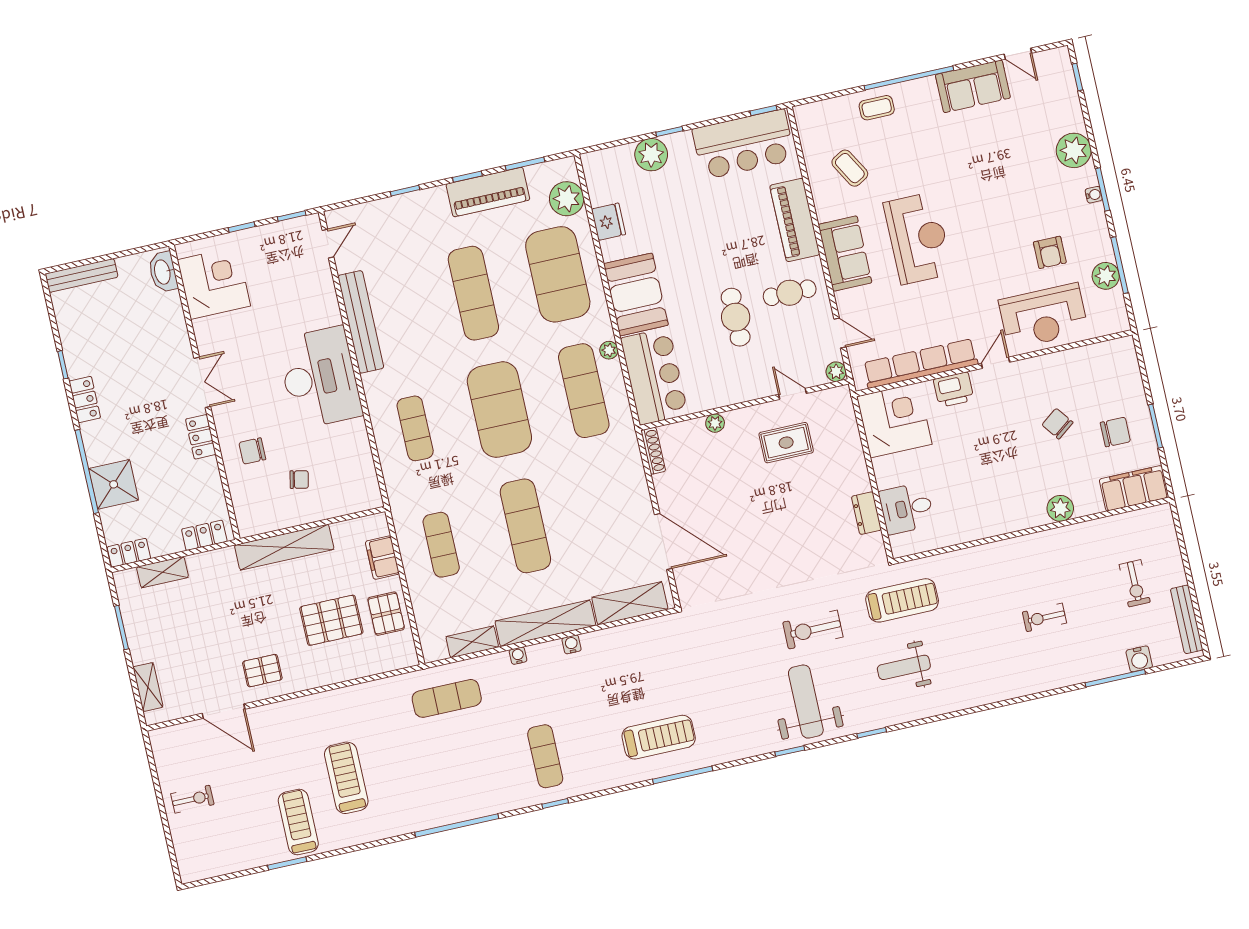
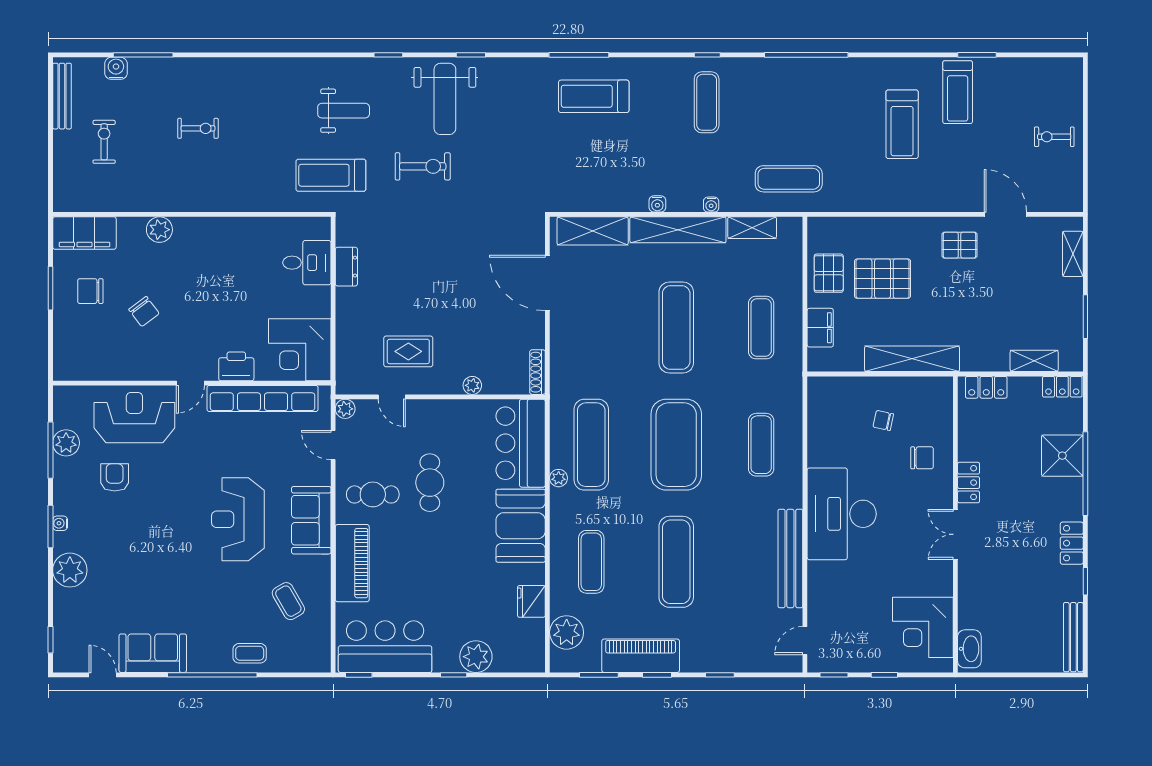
exercise mat: (558, 274) -> (591, 562), width x0.50, depth x0.69
bench: (81, 275) -> (1073, 637), moved, turned 90

